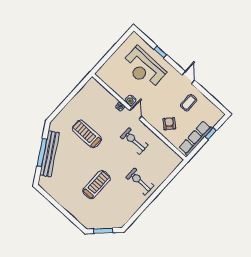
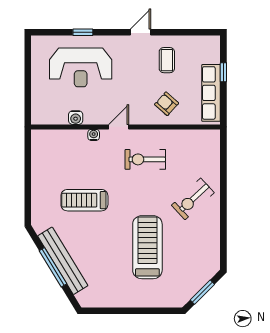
door: (188, 77) -> (140, 32), hinge flipped
water cooler: (130, 101) -> (76, 118), moved
door: (136, 114) -> (119, 127), hinge flipped
exercise bike: (140, 181) -> (193, 199), turned -43
treadmill: (97, 185) -> (147, 247), width x1.37, depth x1.38

